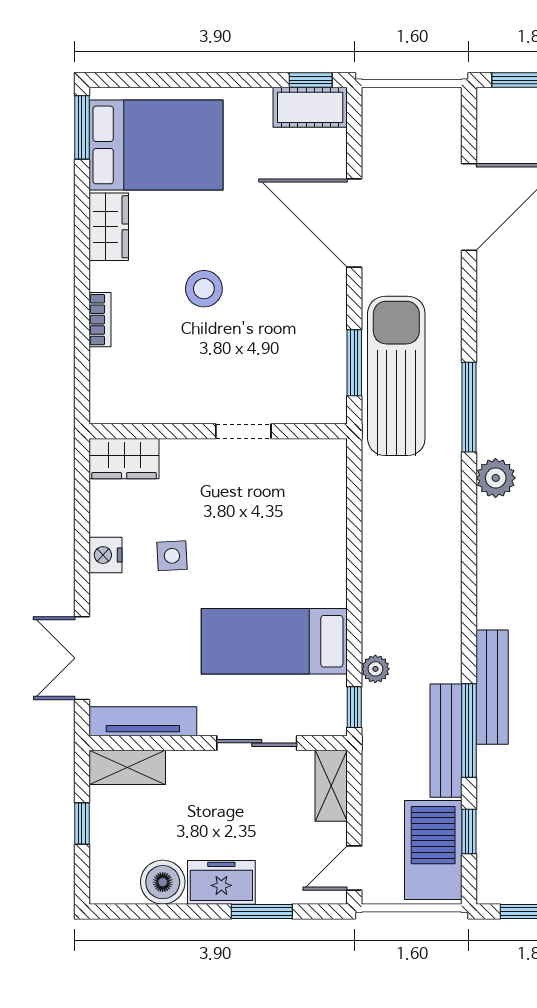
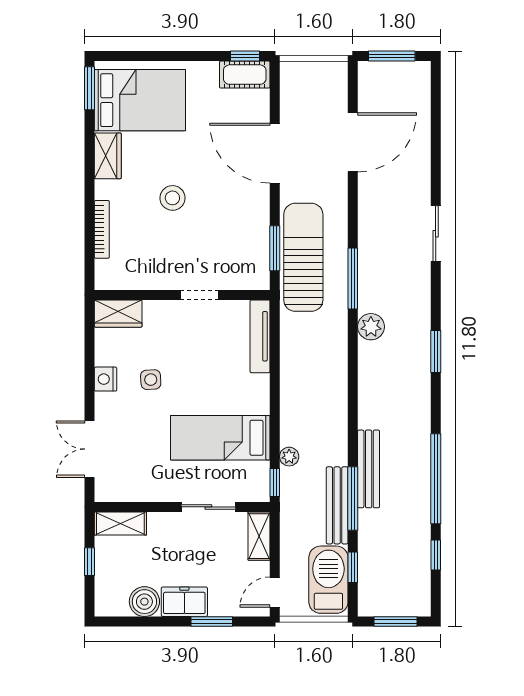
bookcase: (100, 320) -> (102, 229), width x1.56
tv unit: (143, 721) -> (260, 336), moved, turned -90

